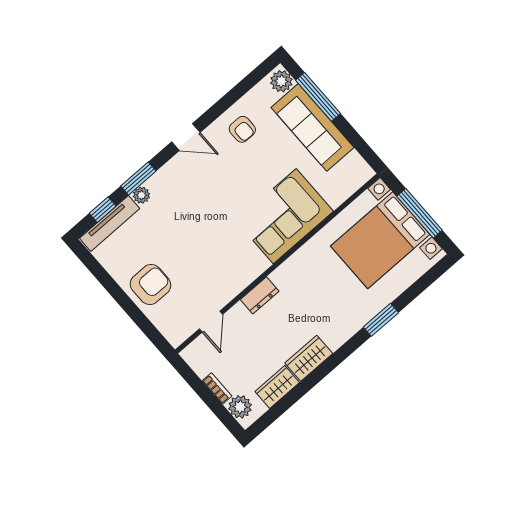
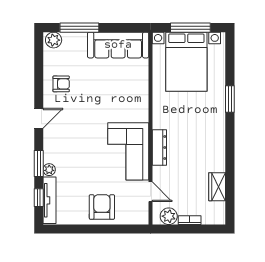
sofa: (313, 127) -> (118, 45), moved
corner sofa: (285, 216) -> (128, 151), moved
dresser: (260, 295) -> (159, 148), width x1.44
wardrobe: (309, 358) -> (217, 156), removed
plant: (240, 407) -> (169, 216), moved

